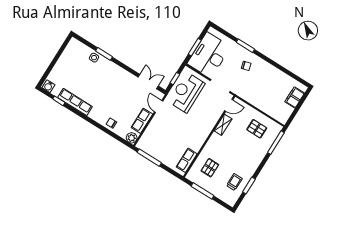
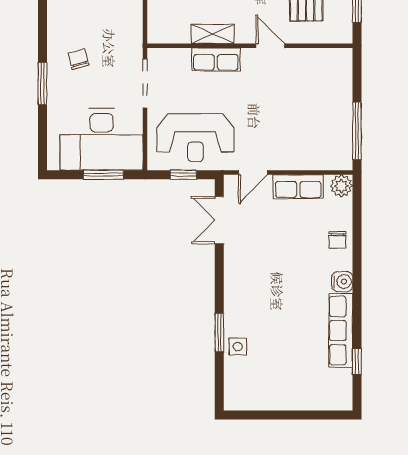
water cooler: (48, 86) -> (342, 282), moved
door: (229, 105) -> (270, 46), moved
row of seats: (187, 160) -> (216, 60), moved

